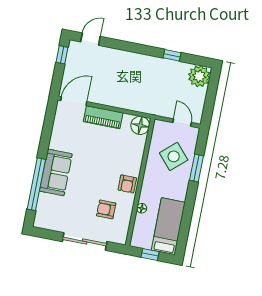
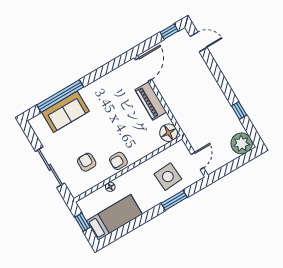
door: (74, 101) -> (143, 70), hinge flipped
side table: (174, 156) -> (168, 177), turned 38
sofa: (56, 172) -> (65, 112), moved

